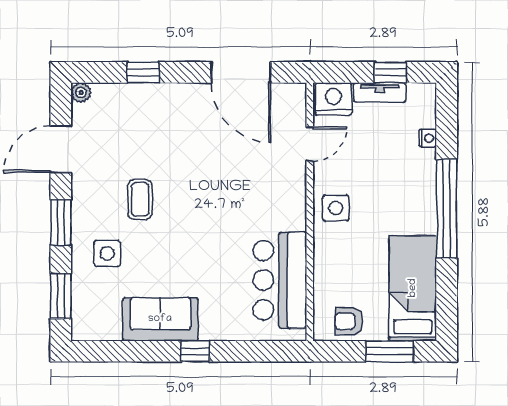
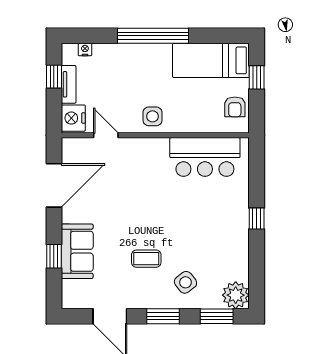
plant: (81, 92) -> (236, 295), moved, width x1.87, depth x1.87
nightstand: (428, 138) -> (85, 49), moved
side table: (107, 253) -> (186, 282), turned -38
sofa: (160, 319) -> (77, 251), moved, turned 180
window: (389, 351) -> (257, 77), width x0.67

